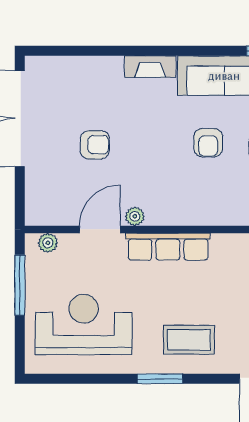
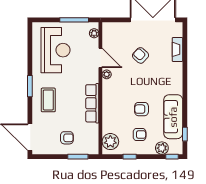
fireplace: (150, 67) -> (177, 49), moved
armchair: (95, 145) -> (141, 55), turned 132
row of seats: (168, 247) -> (92, 103), moved

